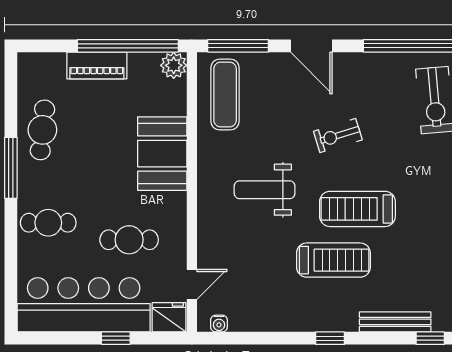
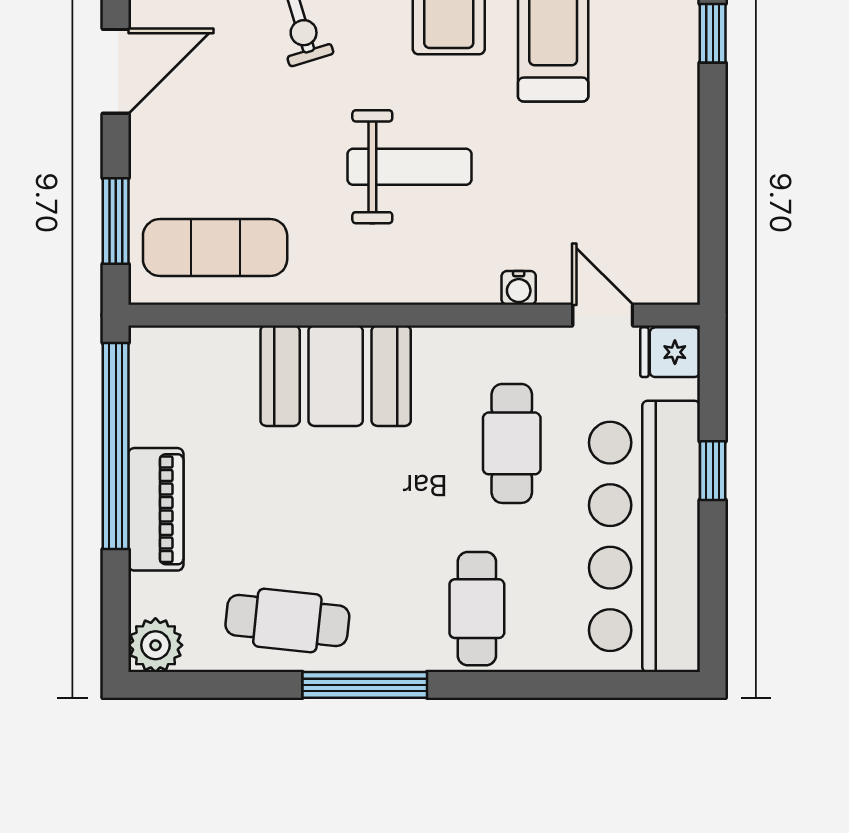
window: (238, 46) -> (116, 221), width x0.69
plant: (174, 65) -> (155, 645), moved
weight bench: (265, 190) -> (410, 167), turned -90
fridge: (169, 317) -> (670, 352), width x0.72
water cooler: (219, 324) -> (519, 288), moved, turned 90

